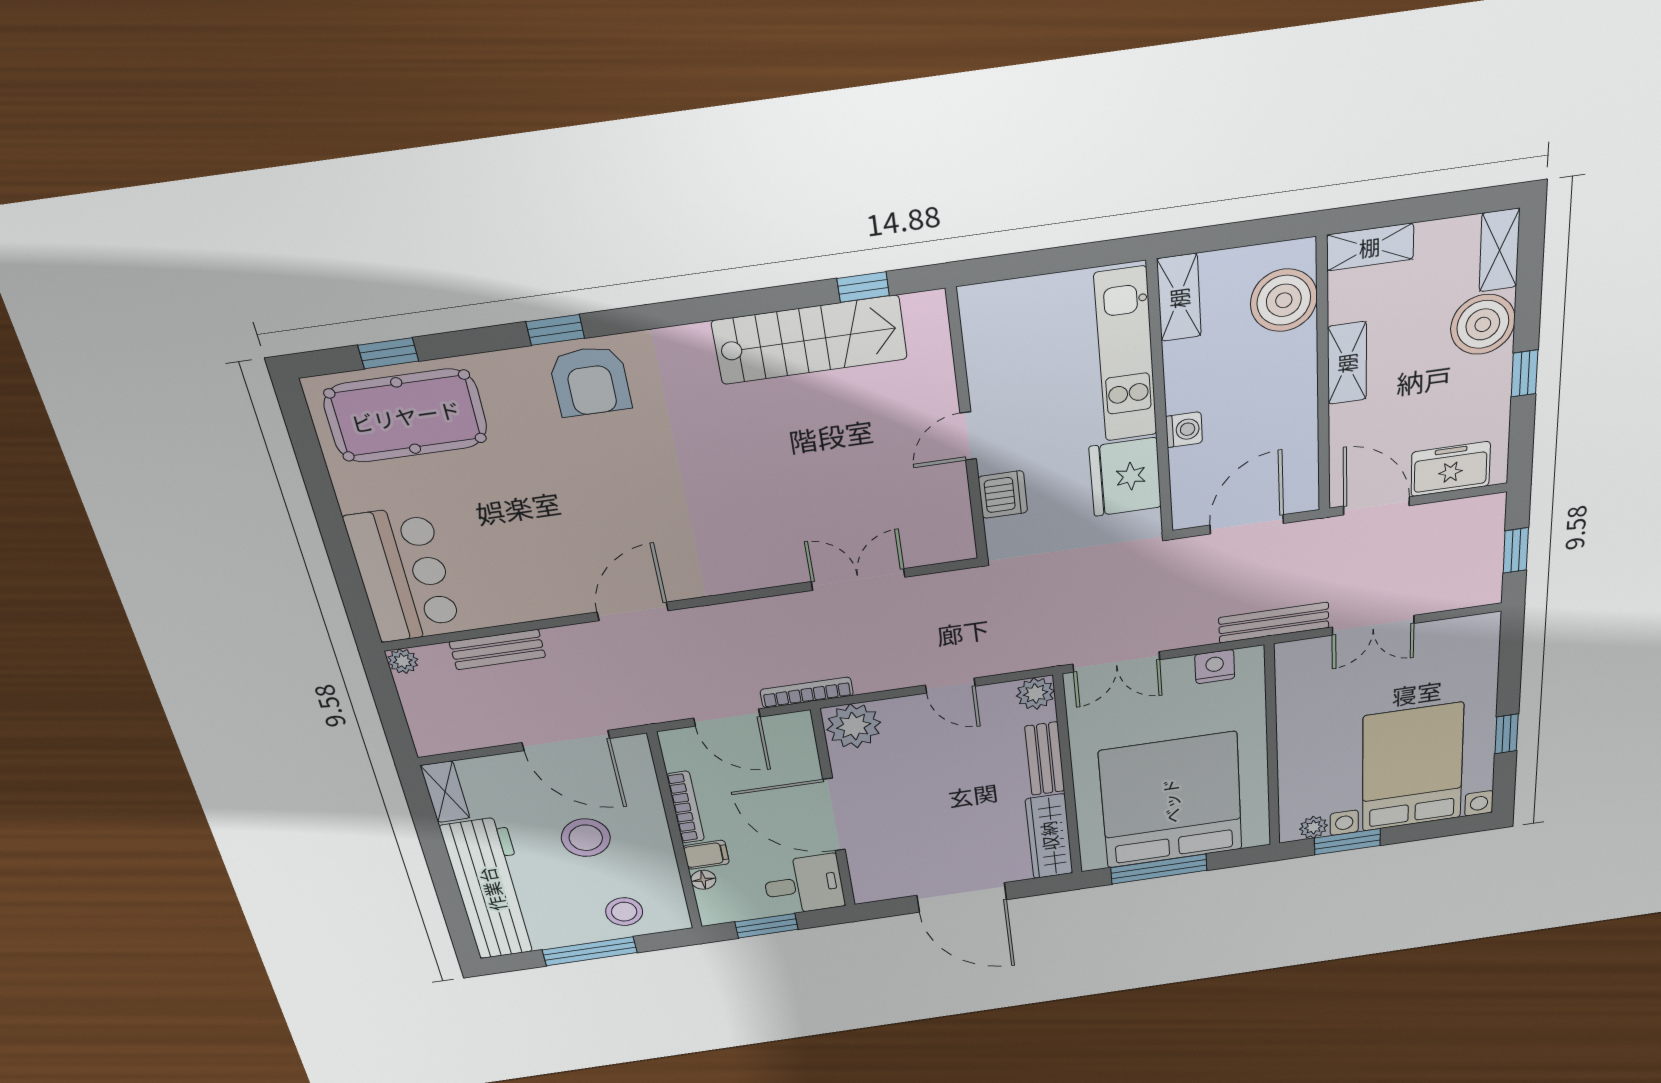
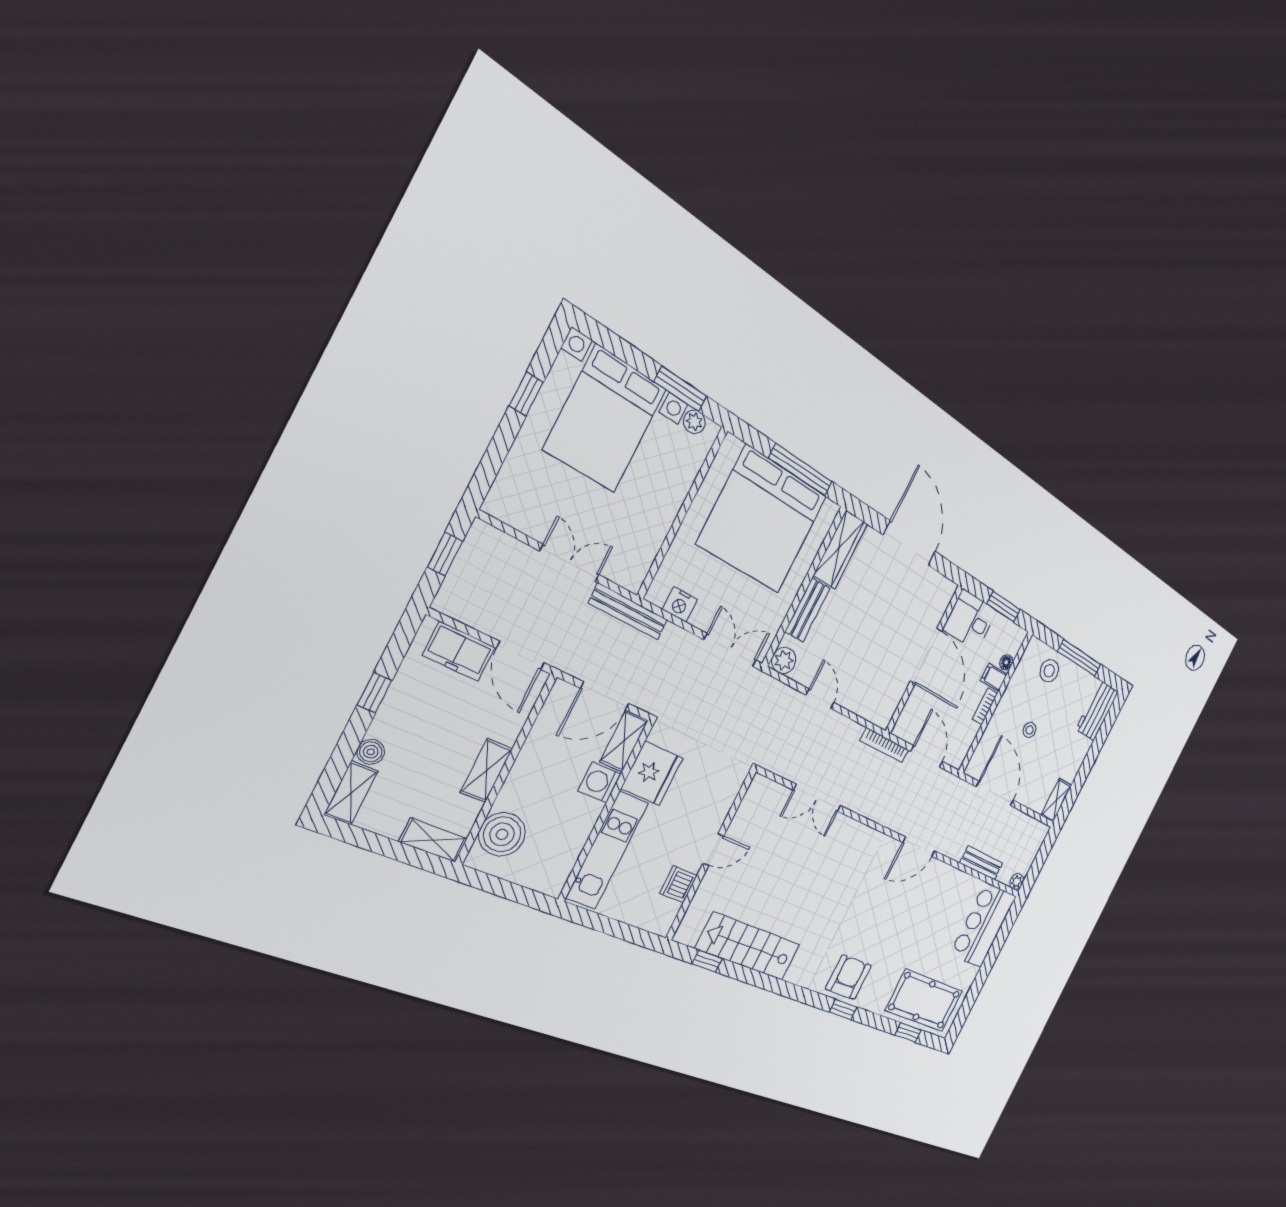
shelving: (1179, 298) -> (624, 741), moved
boiler: (1483, 324) -> (371, 752), width x0.54, depth x0.54
washing machine: (1184, 430) -> (600, 782), width x1.38, depth x1.38
dishwasher: (1003, 495) -> (678, 884), moved
plant: (854, 726) -> (879, 707), removed
bookcase: (685, 807) -> (985, 706), width x0.64
stool: (586, 838) -> (1030, 730), width x0.53, depth x0.53
workbench: (492, 889) -> (1097, 710), width x0.53, depth x0.76

